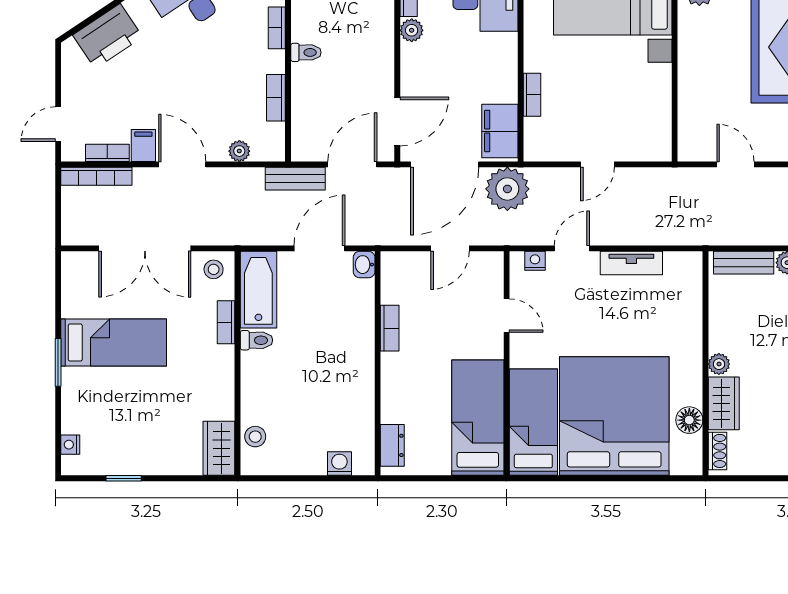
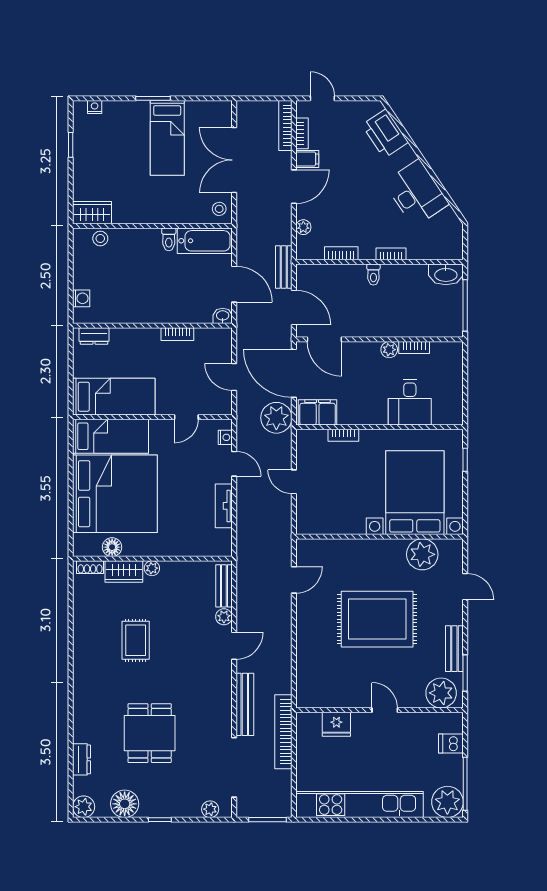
bookcase: (226, 322) -> (182, 218), removed

